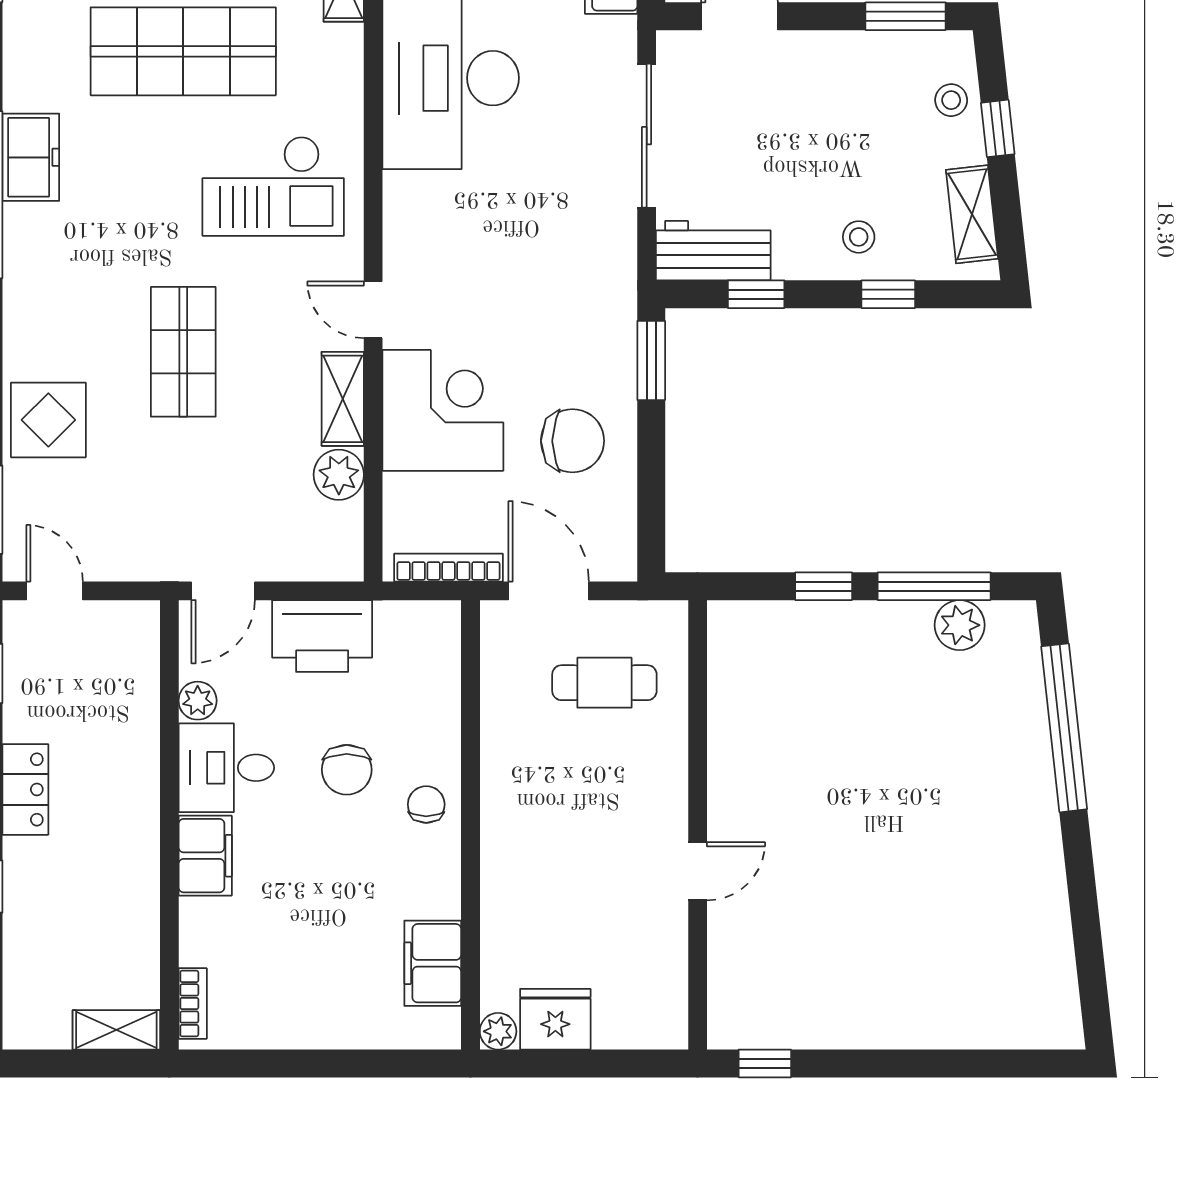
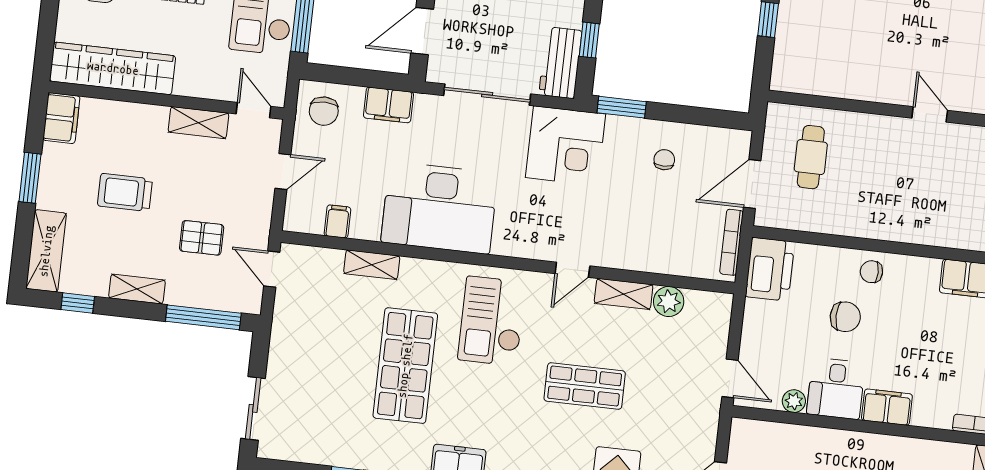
checkout: (273, 186) -> (492, 321), turned 180
corner desk: (443, 410) -> (566, 146), moved, turned 180
chair: (572, 441) -> (664, 160), width x0.54, depth x0.54
printer: (322, 636) -> (770, 269), moved

